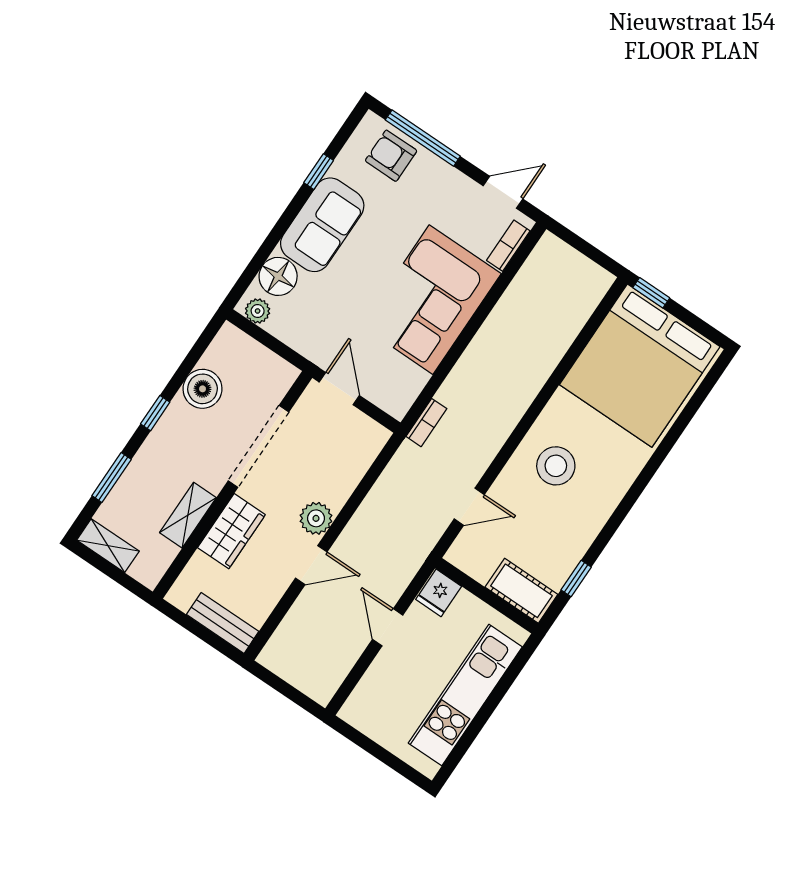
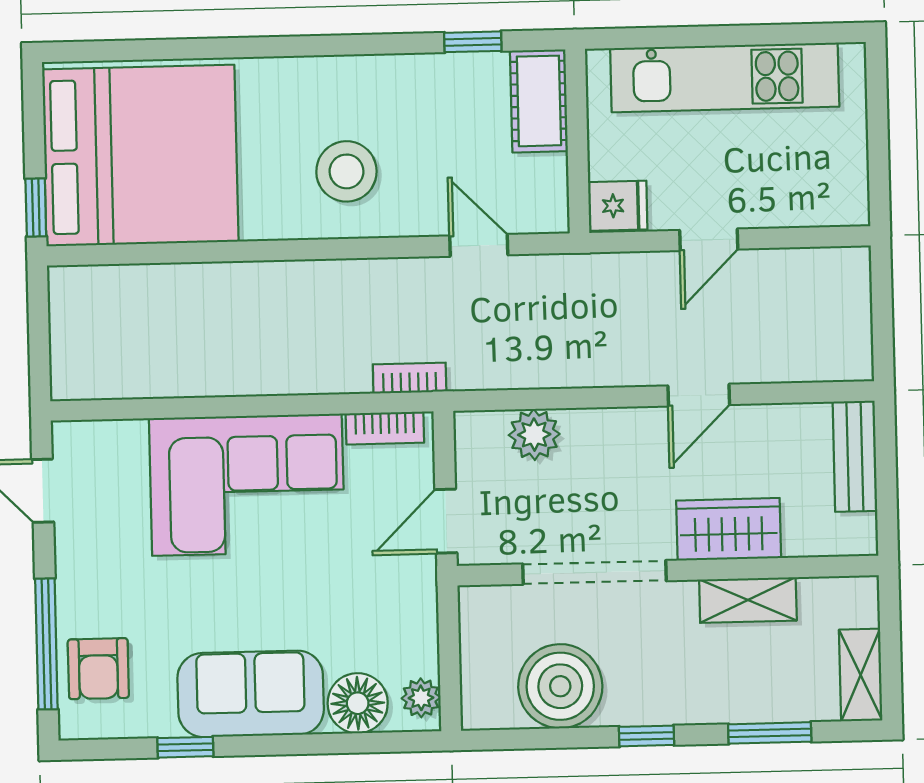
bookcase: (508, 246) -> (385, 428), moved
boiler: (203, 389) -> (560, 686), width x1.37, depth x1.37
plant: (316, 518) -> (534, 435), moved
door: (311, 565) -> (699, 395), swing flipped

